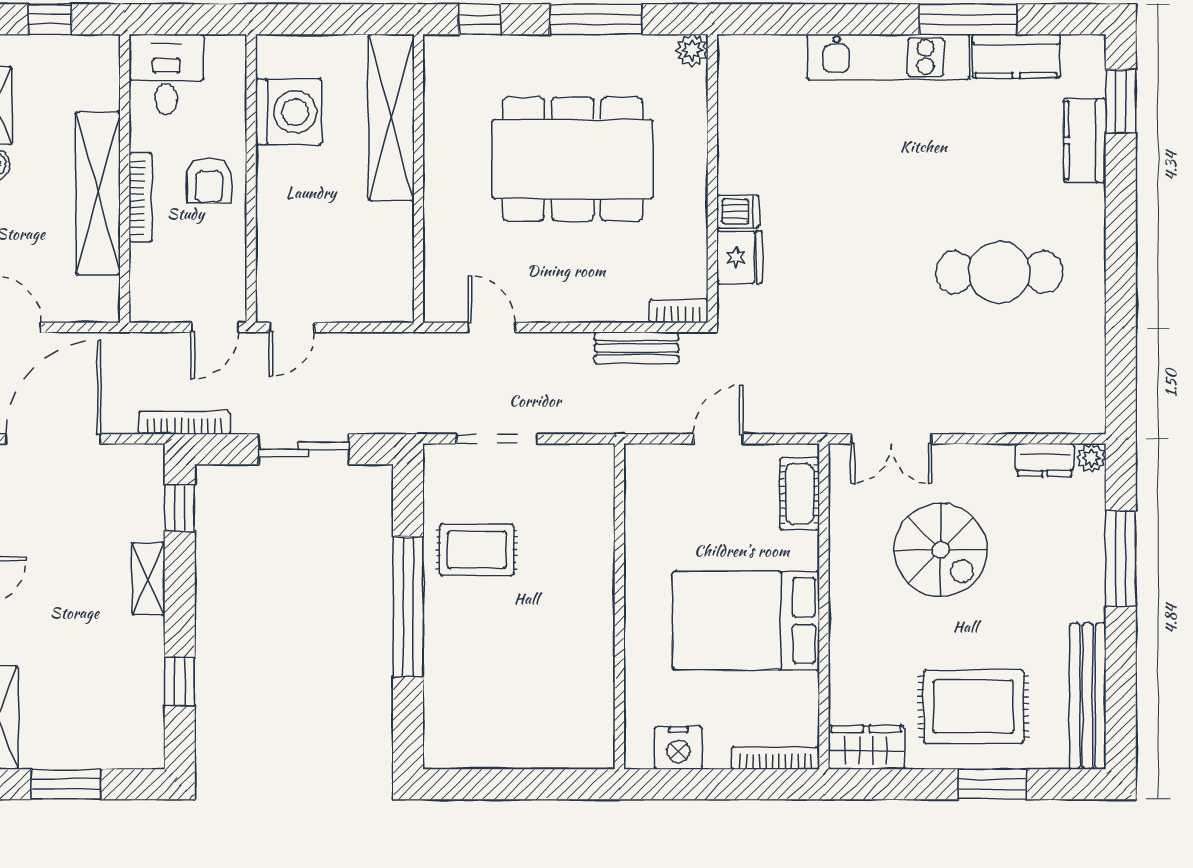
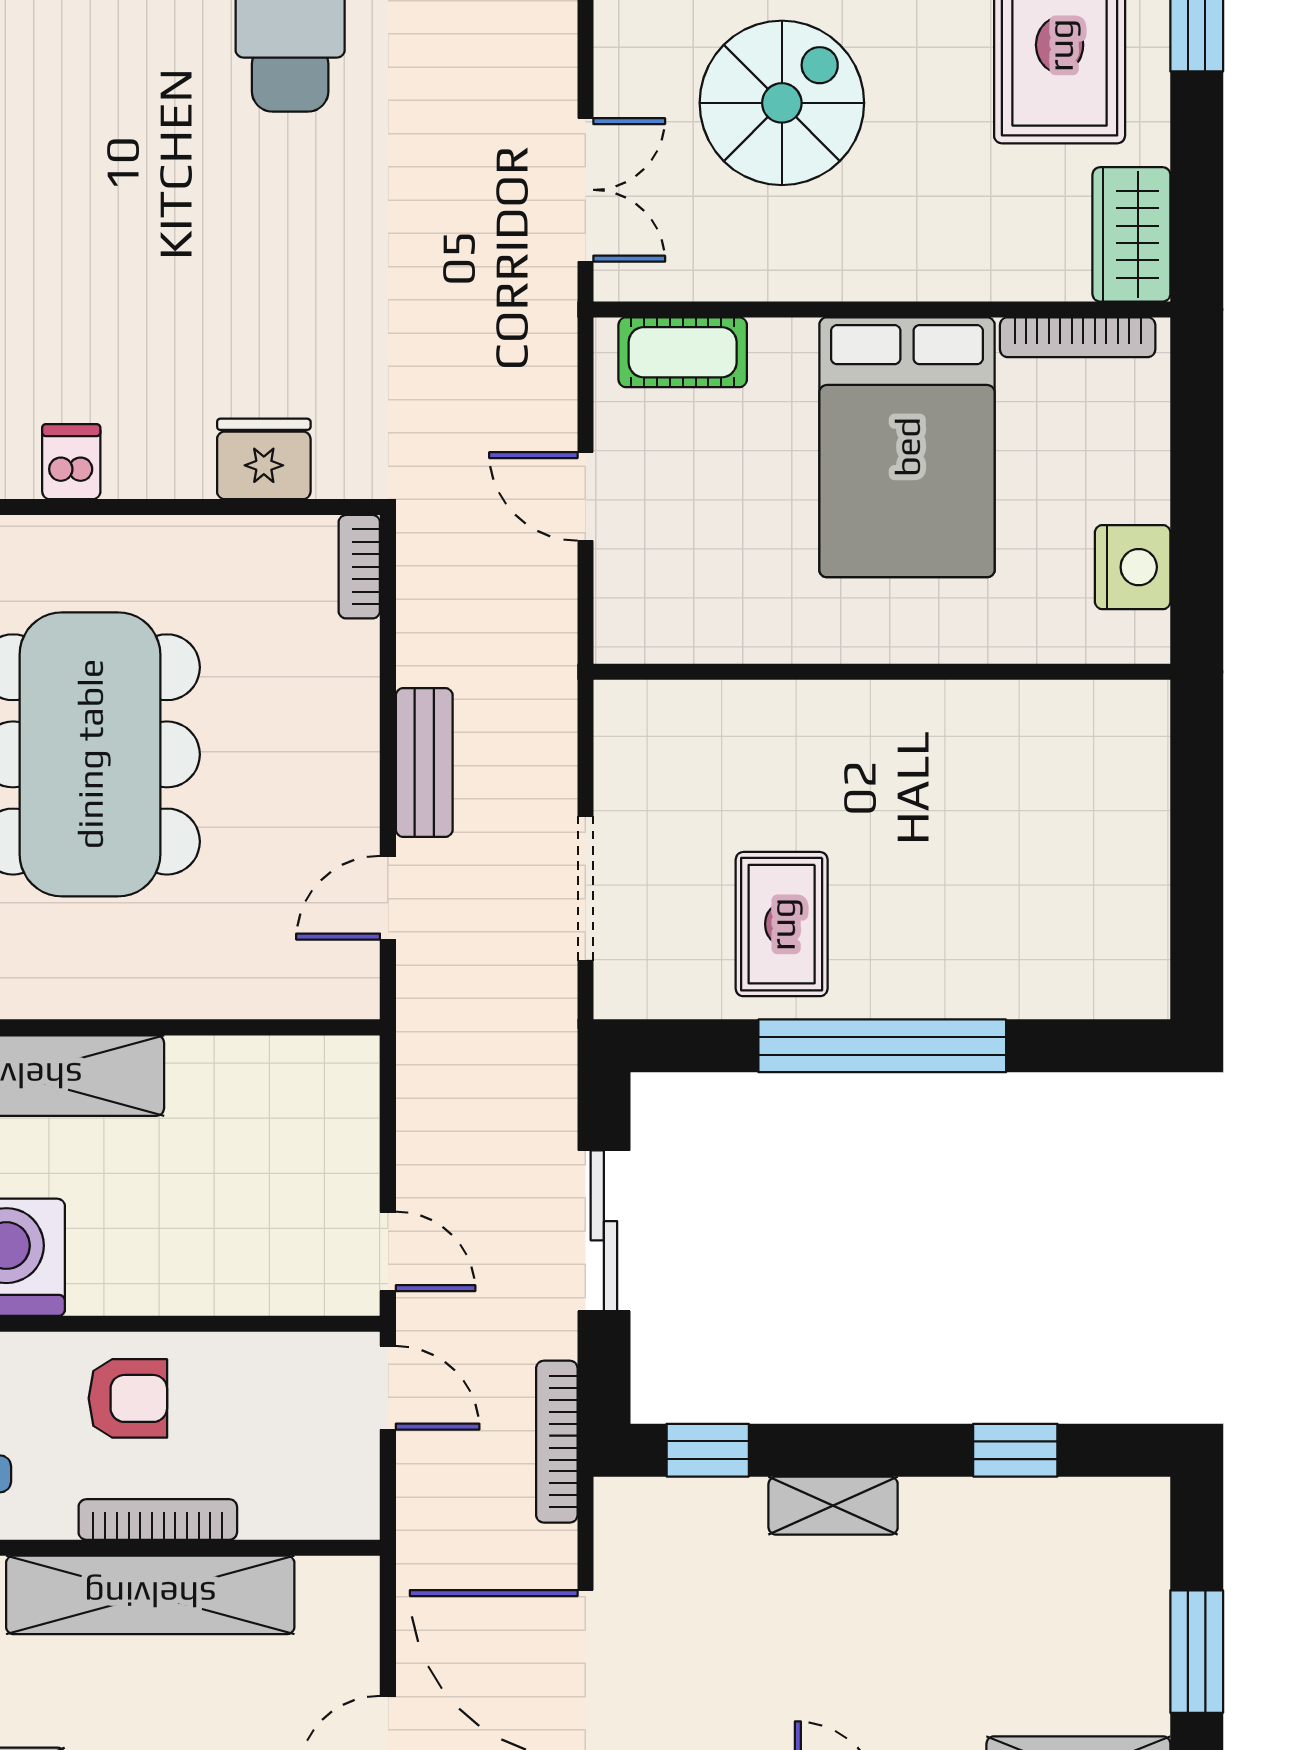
dishwasher: (738, 211) -> (71, 462), moved
bench: (637, 348) -> (424, 763), moved
bookcase: (776, 758) -> (1078, 337), moved, turned -90

